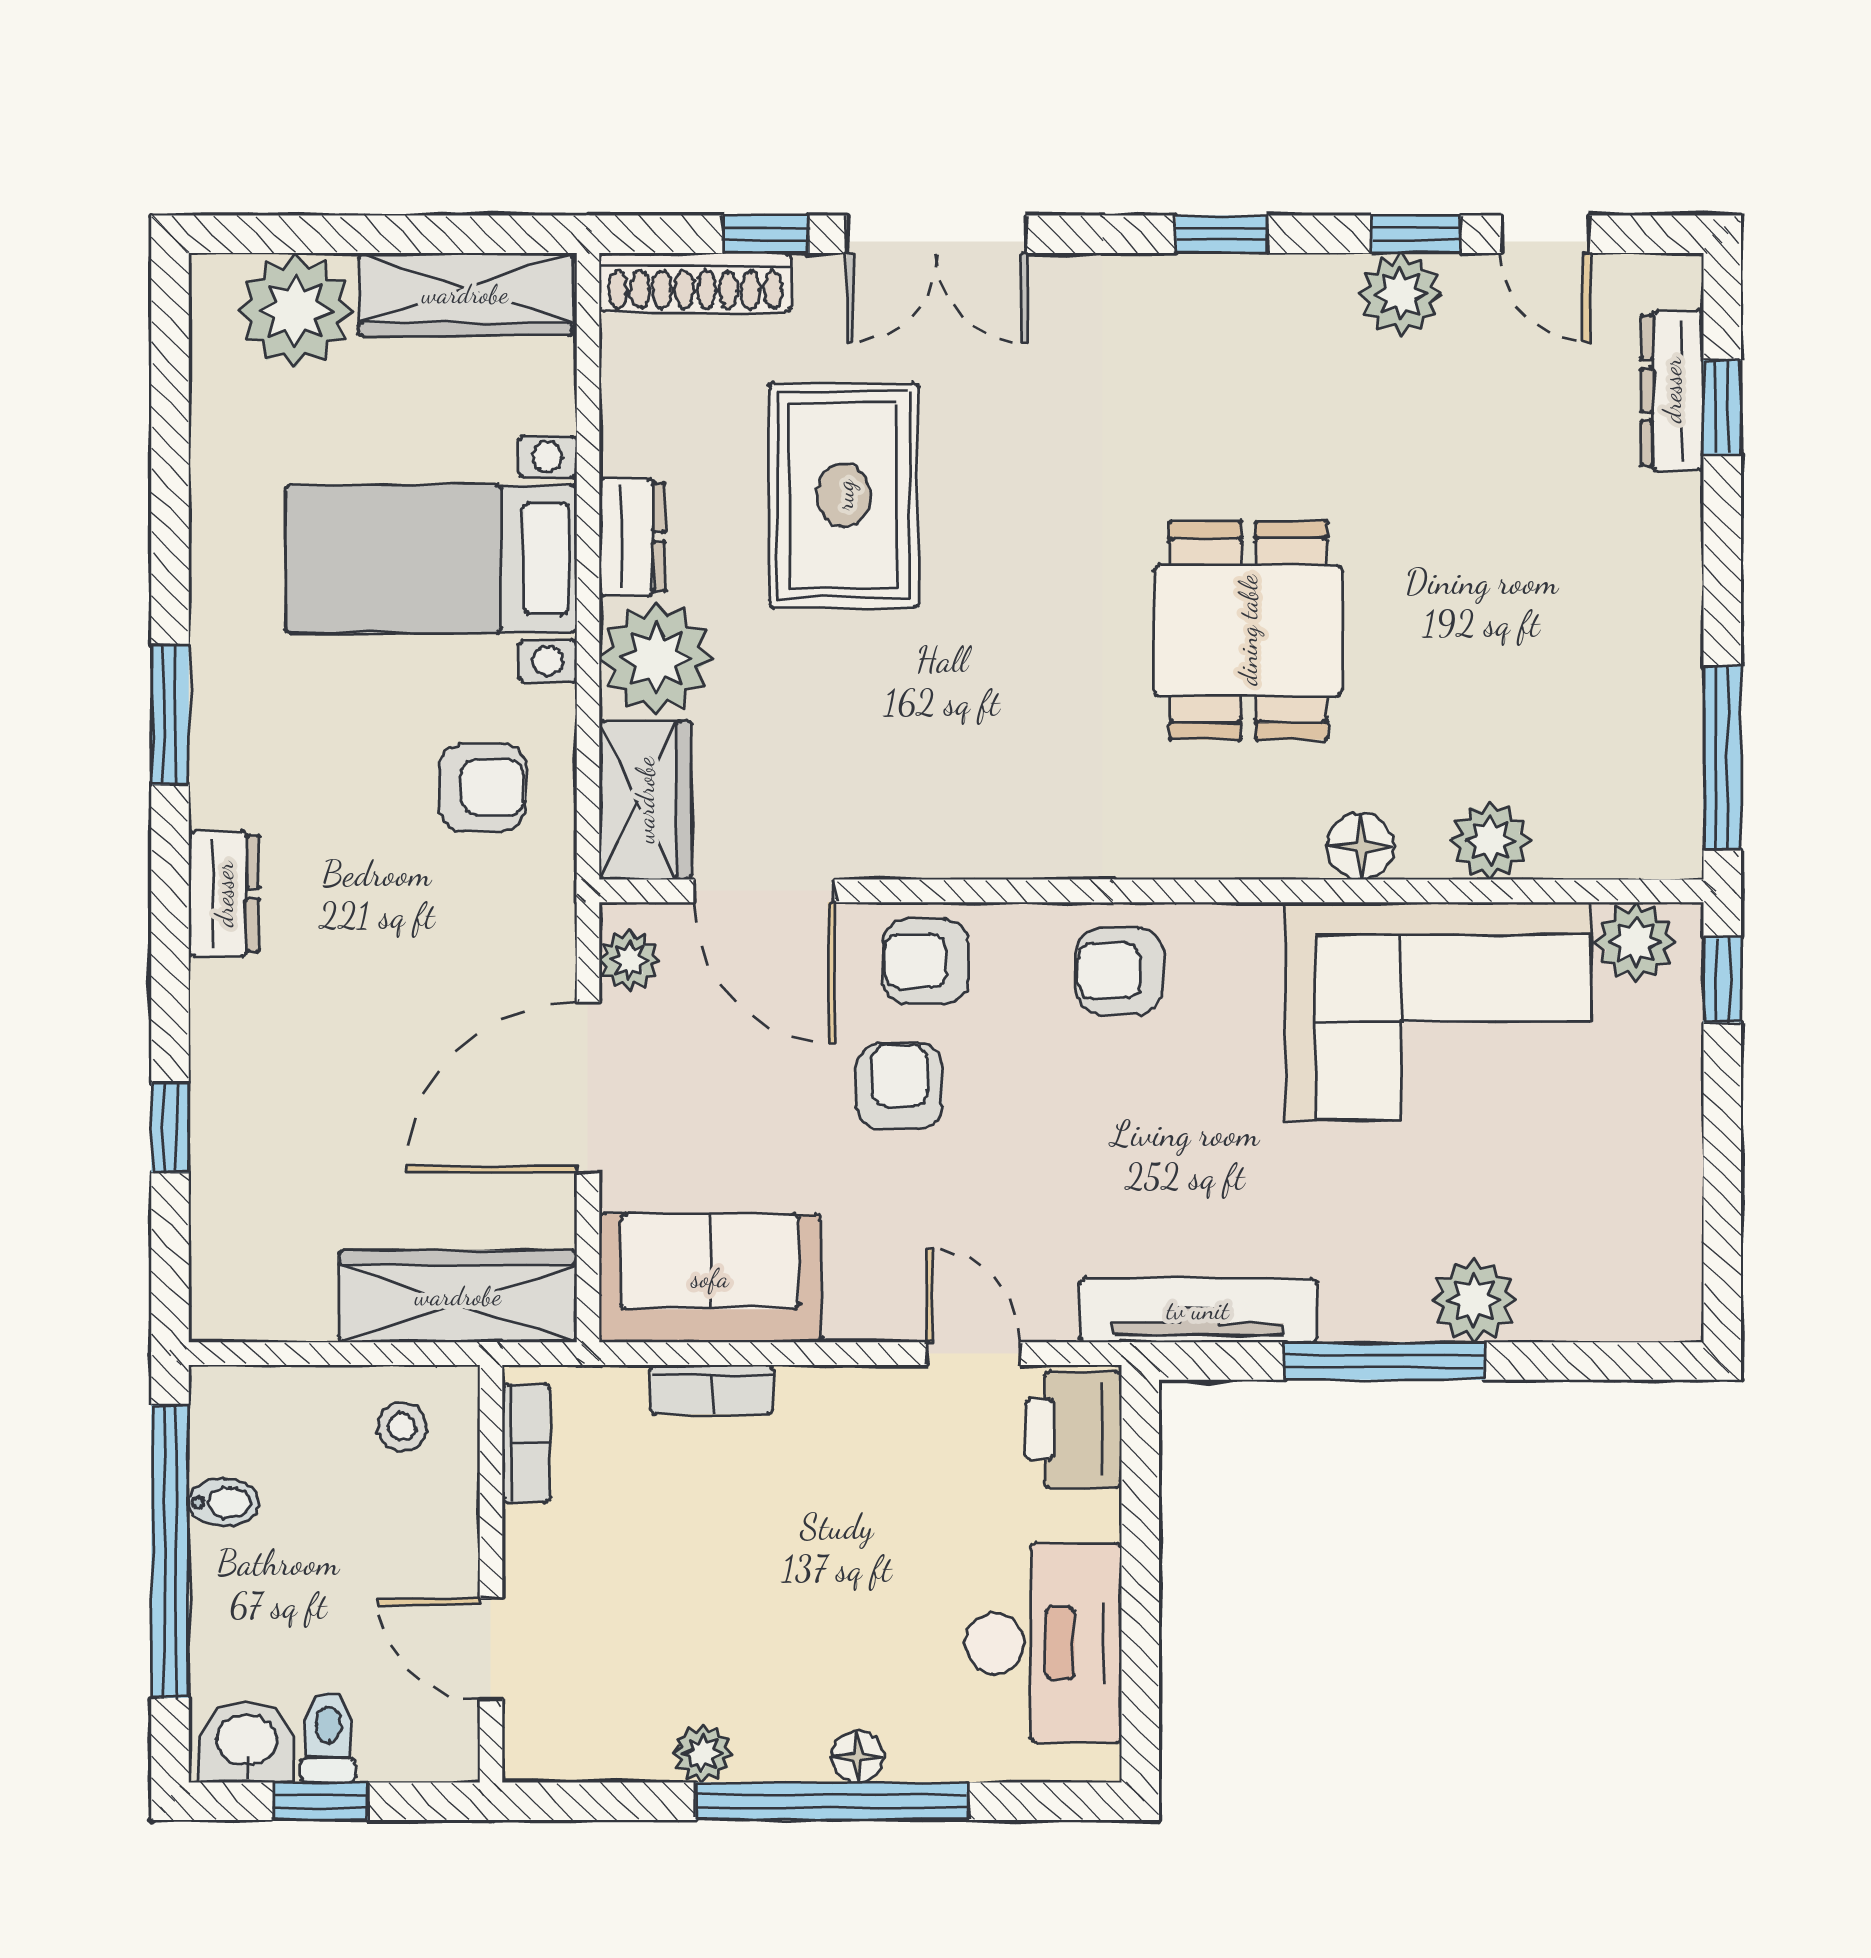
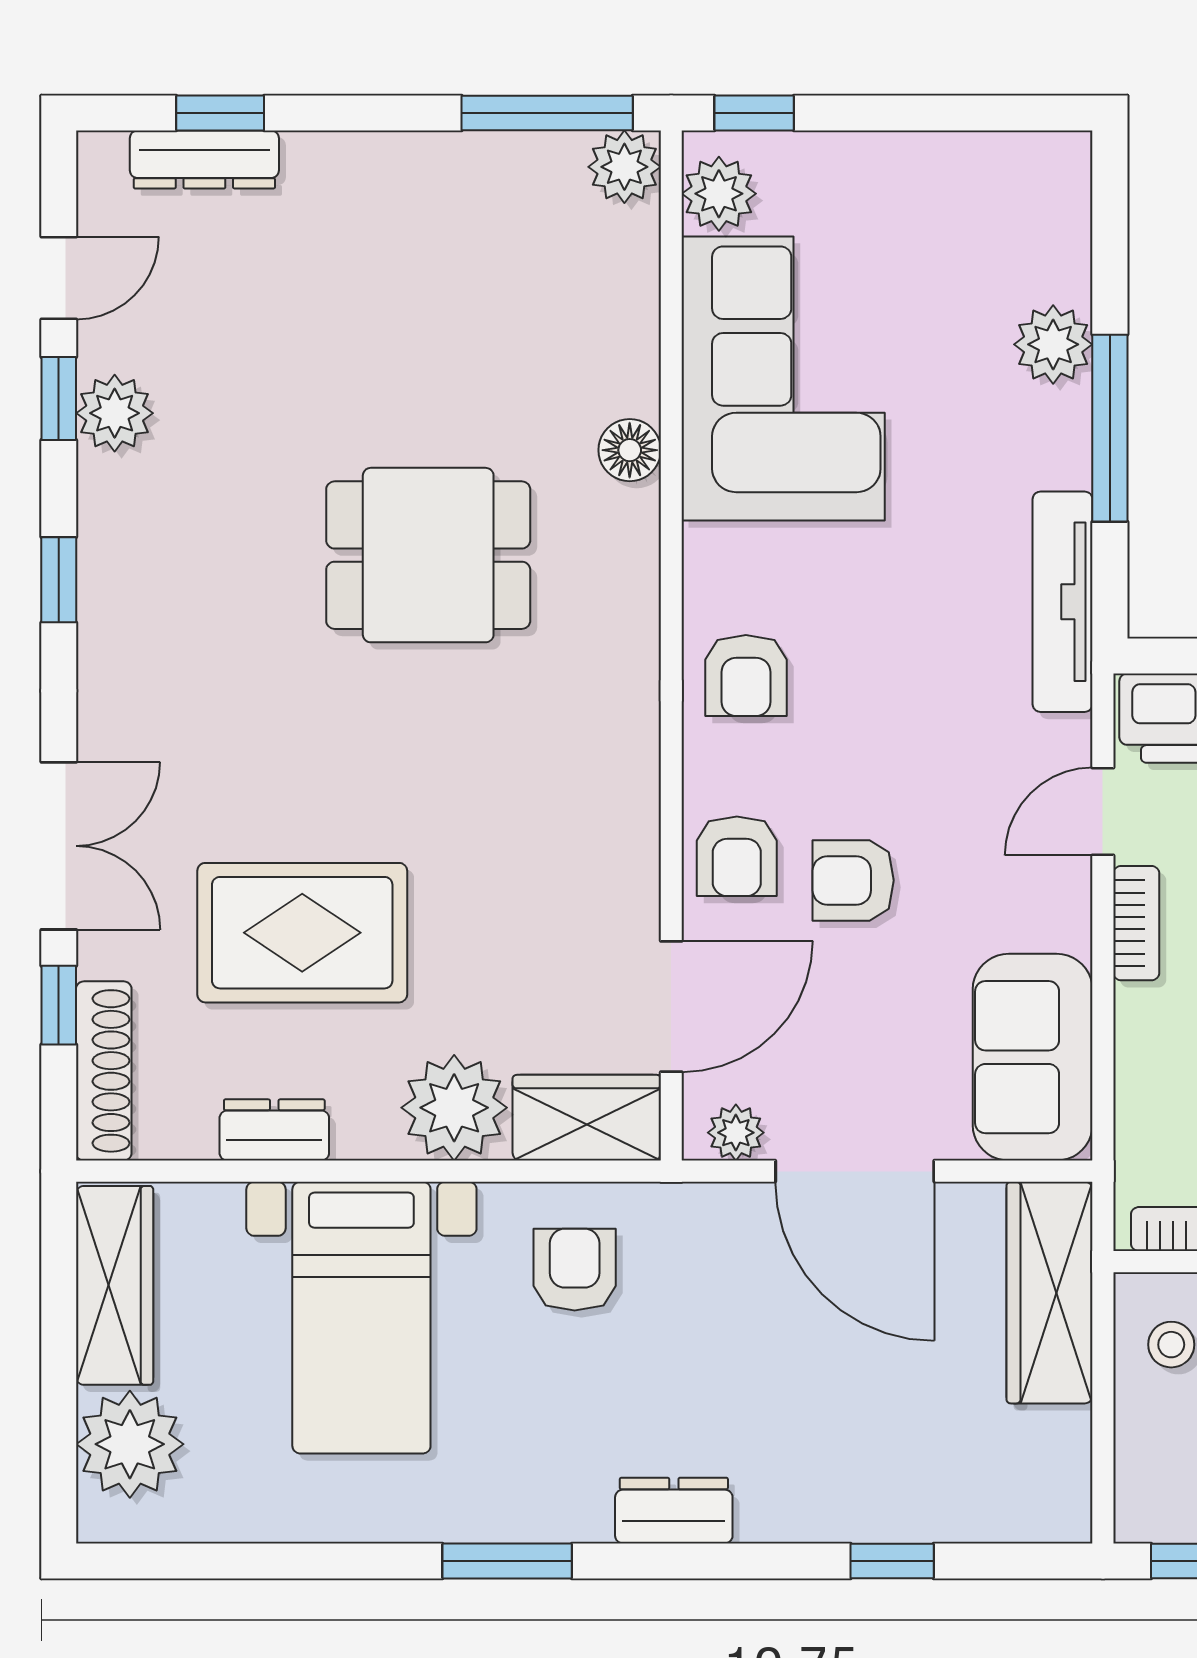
dresser: (632, 537) -> (274, 1130), moved
plant: (1490, 841) -> (624, 167), moved
bookcase: (712, 1389) -> (1136, 923), moved

